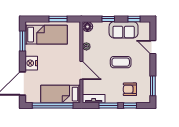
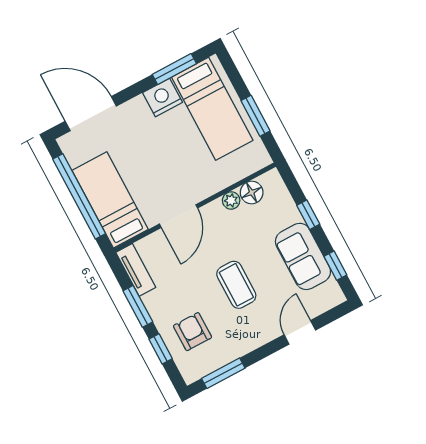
floor lamp: (87, 27) -> (252, 193), moved
nightstand: (31, 63) -> (163, 98), moved

